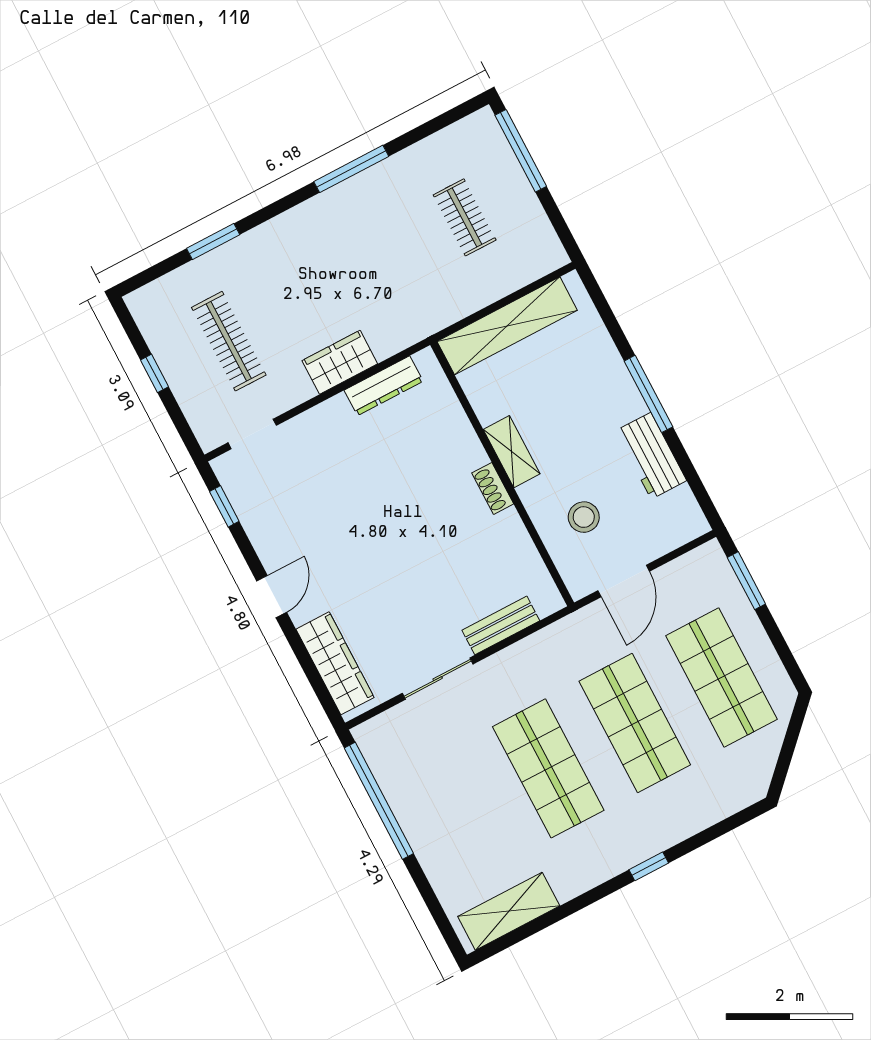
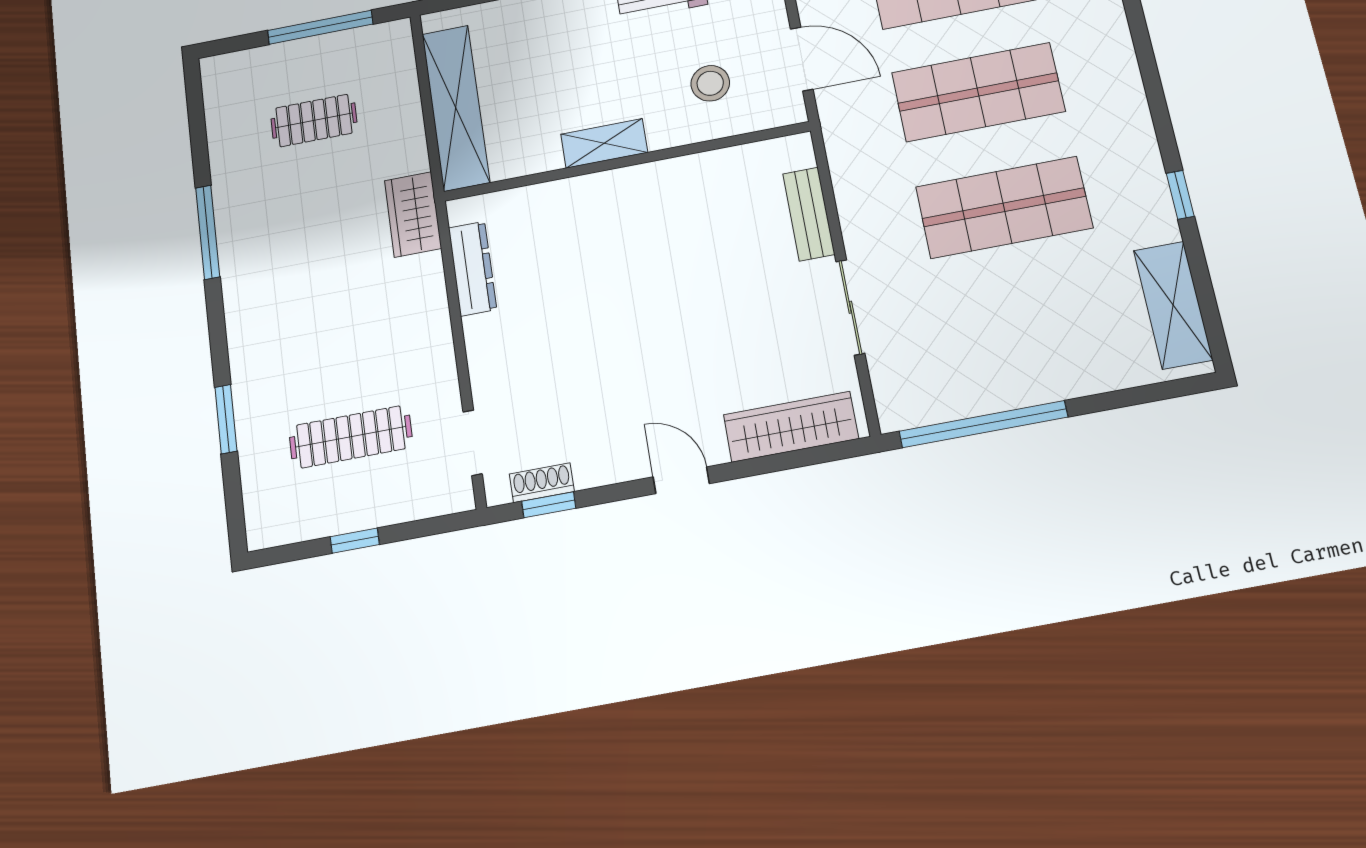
window: (521, 151) -> (320, 27), moved
wardrobe: (340, 362) -> (413, 214), moved
shoe rack: (493, 488) -> (542, 483), moved, turned 180
window: (649, 866) -> (1180, 195), moved

